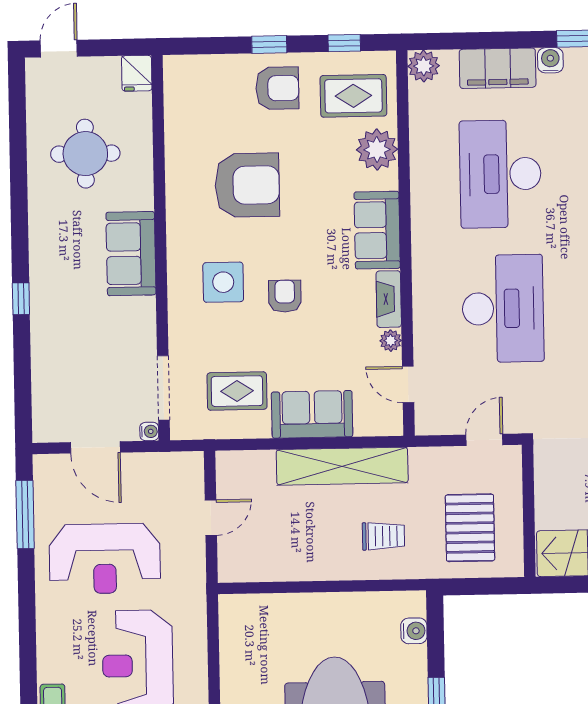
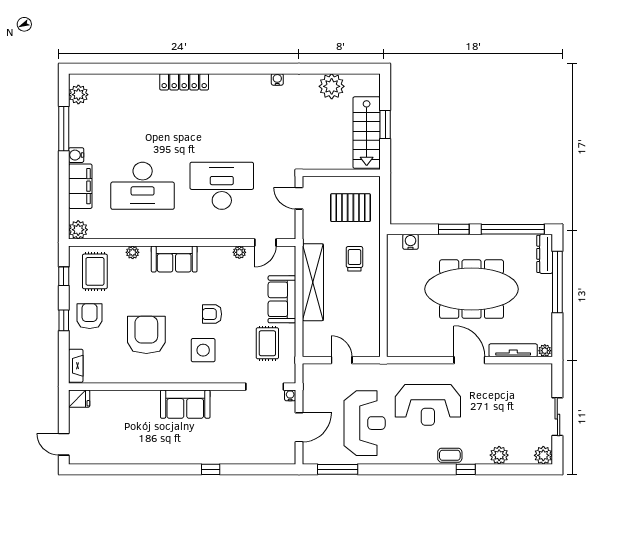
plant: (377, 150) -> (133, 252), width x0.53, depth x0.53
round table: (85, 154) -> (126, 430), removed
fireplace: (389, 299) -> (76, 366), moved, turned -90

